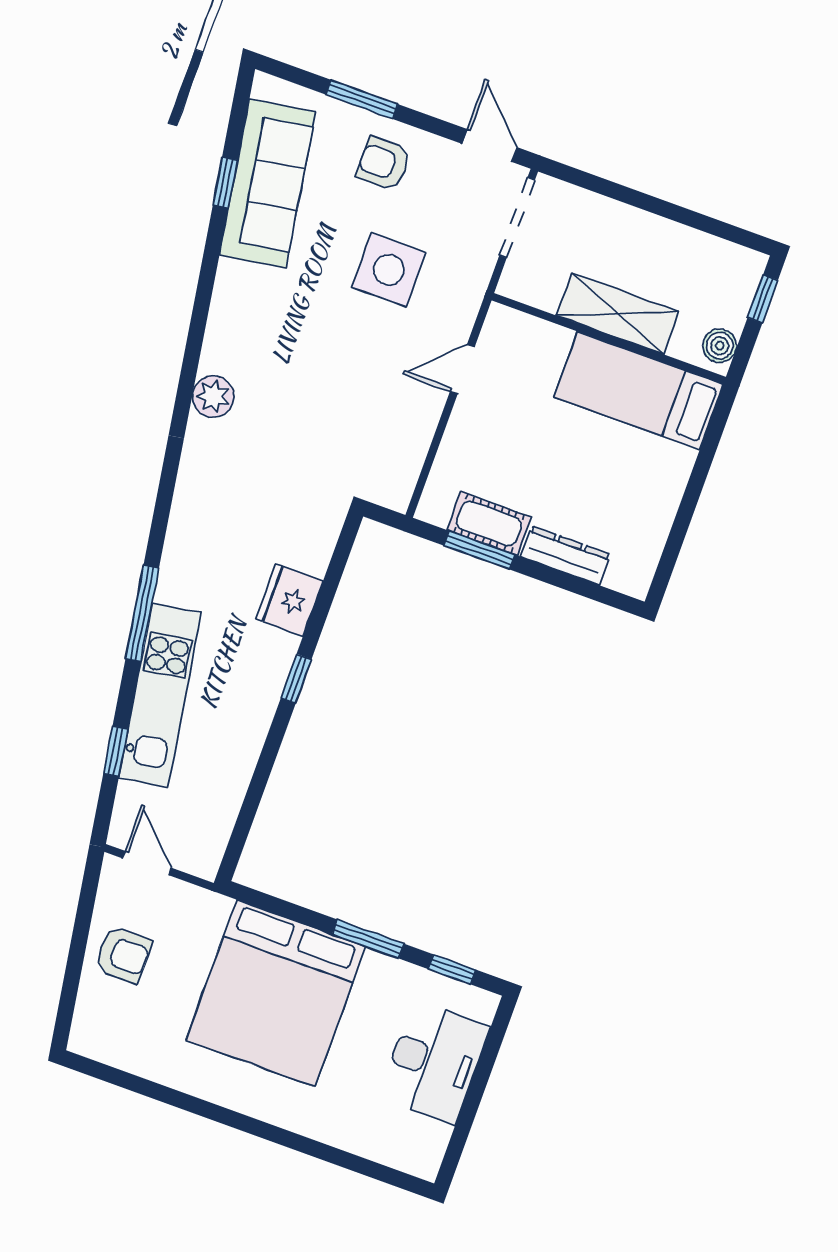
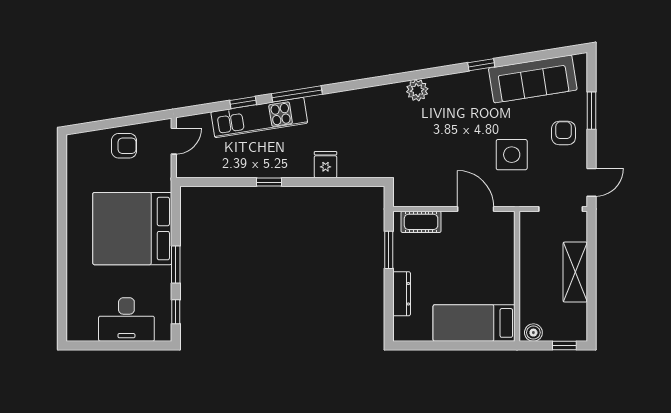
window: (225, 183) -> (481, 65), moved
shelving: (618, 313) -> (575, 272), moved
door: (462, 369) -> (476, 209), width x1.38
bed: (639, 391) -> (474, 323), moved, turned -90
cot: (489, 524) -> (421, 222), moved, turned 90
fridge: (289, 600) -> (326, 165), width x0.72
window: (296, 679) -> (269, 182), moved
window: (116, 751) -> (243, 102), moved
armchair: (123, 954) -> (124, 146), turned -90

